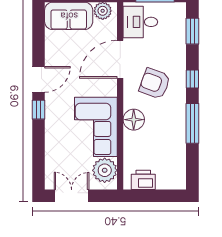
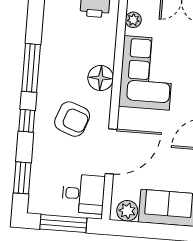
plant: (105, 170) -> (133, 20), width x0.53, depth x0.53

